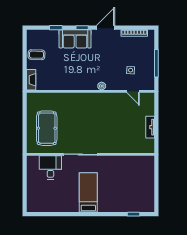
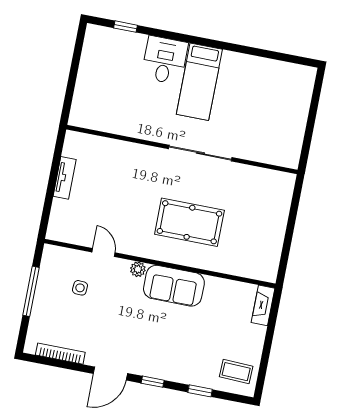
sofa: (75, 39) -> (174, 286), moved, turned 180
coffee table: (36, 55) -> (236, 372), moved
door: (133, 91) -> (103, 252), moved
pool table: (47, 128) -> (189, 222), moved, turned 90
desk: (50, 167) -> (165, 60), moved, turned 180

